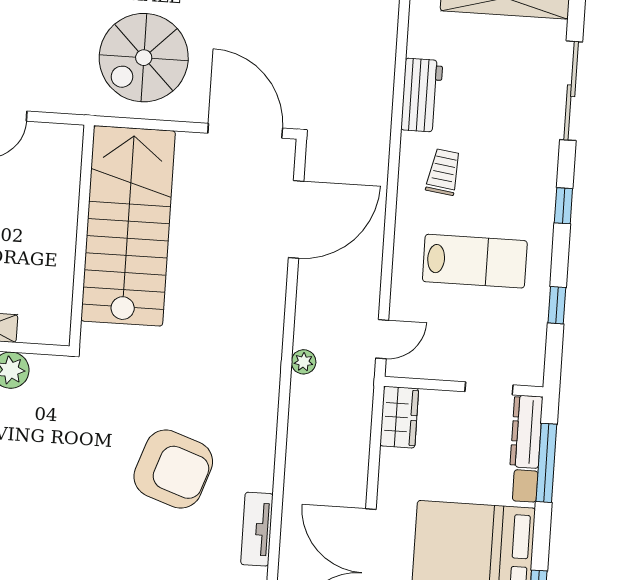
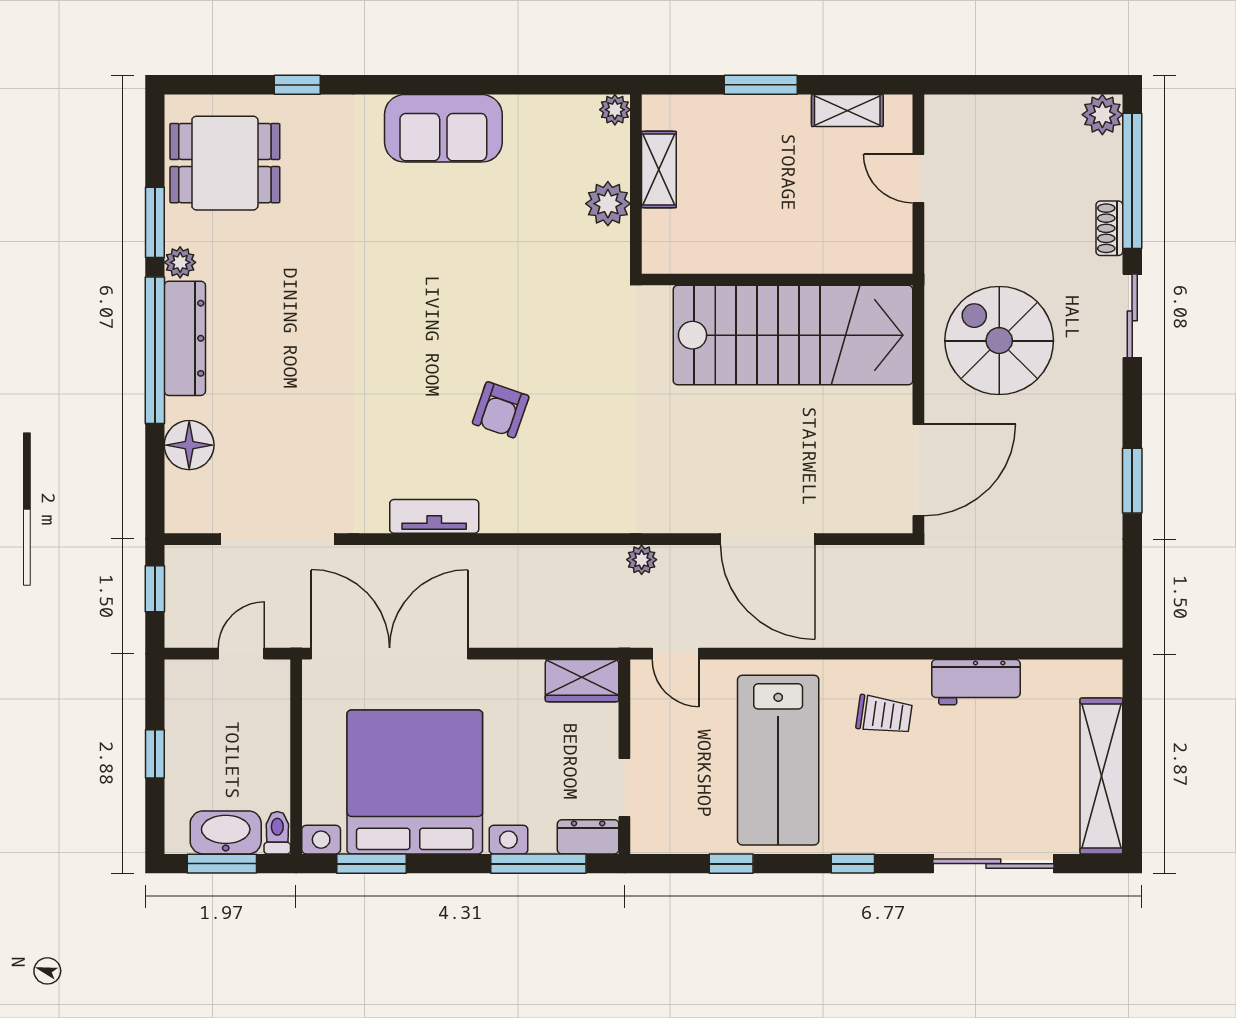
door: (296, 219) -> (768, 539), moved
lab bench: (475, 261) -> (778, 760), width x1.36, depth x1.39
dresser: (526, 432) -> (588, 837), width x0.70
armchair: (173, 469) -> (501, 410), width x0.53, depth x0.53

